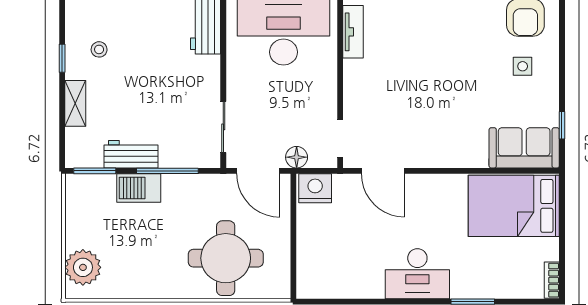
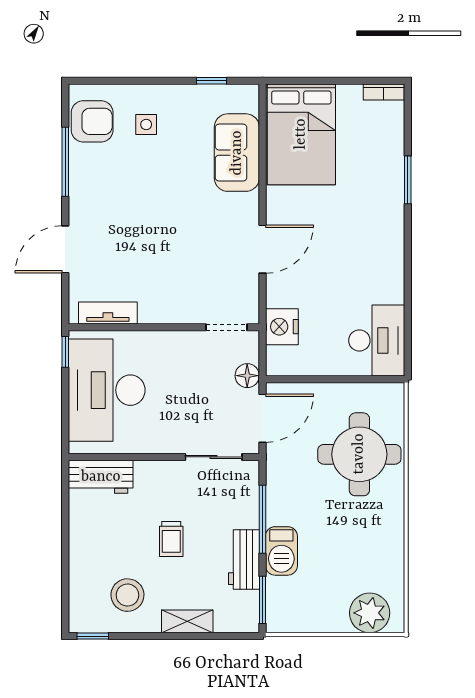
stool: (99, 49) -> (127, 595), width x1.89, depth x1.89
window: (62, 58) -> (93, 636), moved
trolley: (150, 89) -> (171, 539), added
sofa: (524, 148) -> (237, 153), moved
door: (383, 171) -> (262, 249), moved
nightstand: (315, 188) -> (282, 327), moved
desk: (417, 274) -> (377, 340), moved

